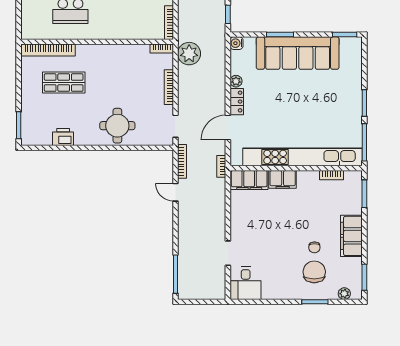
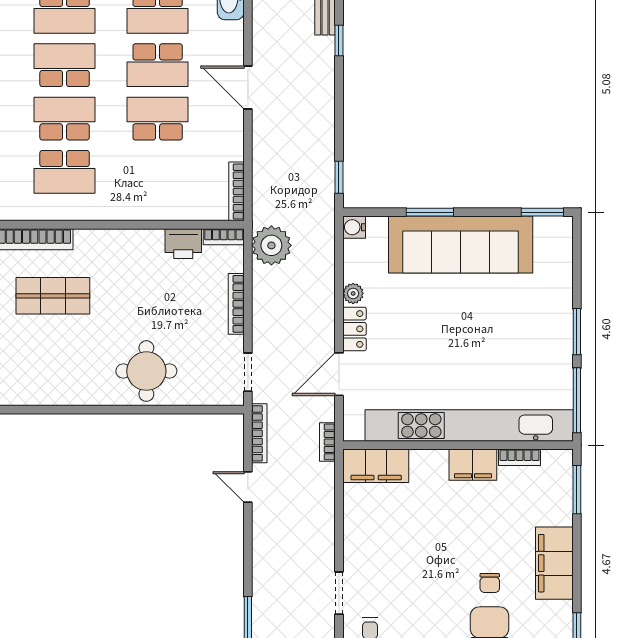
printer: (63, 137) -> (183, 244), moved, turned 180
filing cabinet: (283, 179) -> (473, 465), moved

